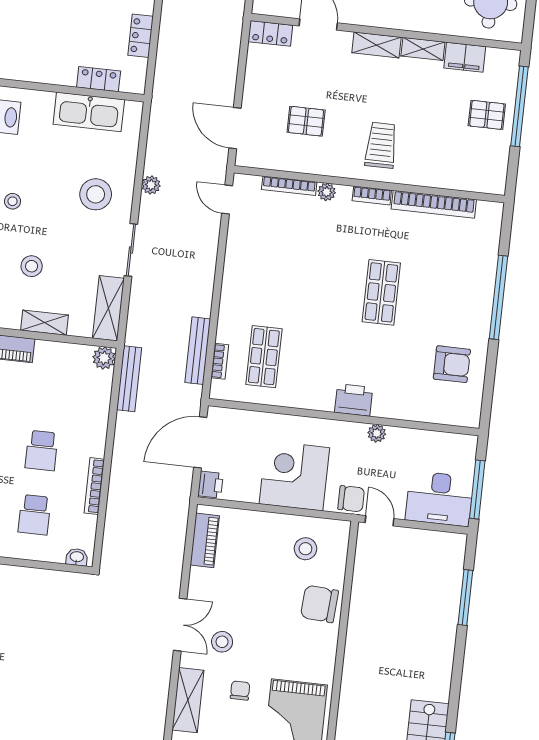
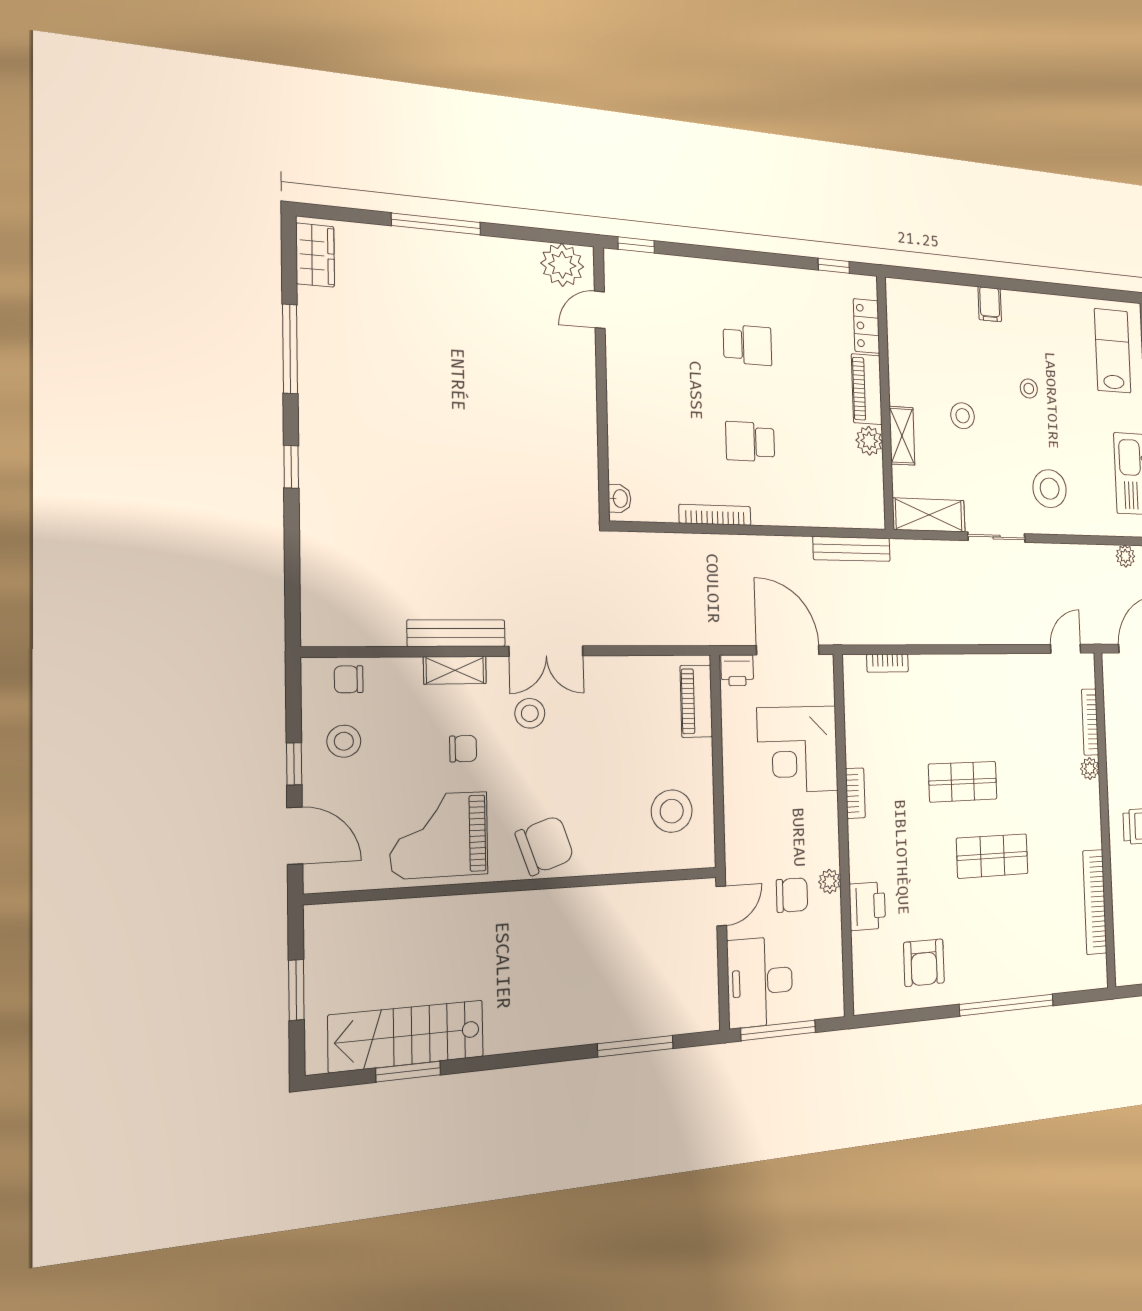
plant: (151, 185) -> (1125, 556), moved
bookcase: (372, 196) -> (855, 793), moved, turned 180
bench: (198, 351) -> (456, 633), moved
shop shelf: (264, 357) -> (963, 782), moved
plant: (104, 358) -> (869, 441), moved
printer: (354, 400) -> (867, 906), moved
corner desk: (294, 476) -> (798, 749), moved, turned 180
chair: (351, 499) -> (792, 895), moved, turned -90
school desk: (34, 515) -> (668, 437), removed
piano: (205, 540) -> (696, 701), moved, turned 90
stool: (305, 549) -> (672, 811), width x1.38, depth x1.38
chair: (319, 604) -> (545, 845), moved, turned 67
shelving: (188, 700) -> (455, 670), width x0.67, depth x0.75

